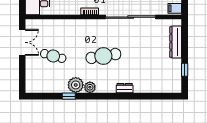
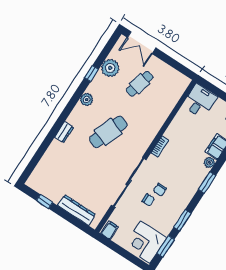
double door: (22, 42) -> (142, 43), moved
cafe table: (103, 56) -> (108, 132), turned 30
plant: (76, 85) -> (110, 68), moved

